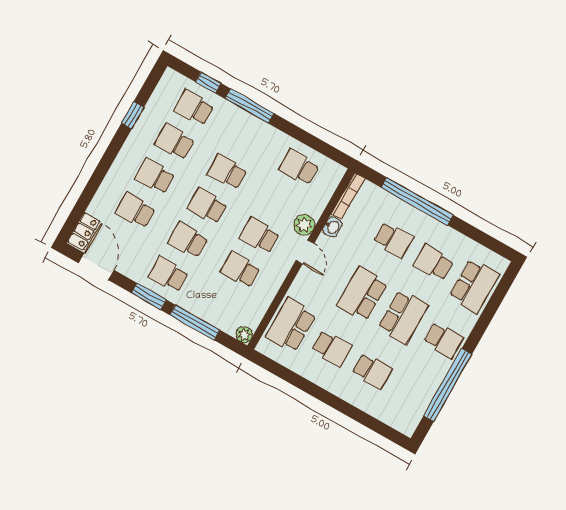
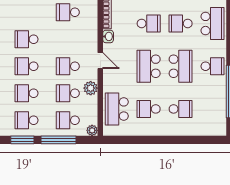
plant: (304, 225) -> (91, 88), moved
school desk: (221, 304) -> (68, 120), added
school desk: (332, 348) -> (149, 109), turned 180

